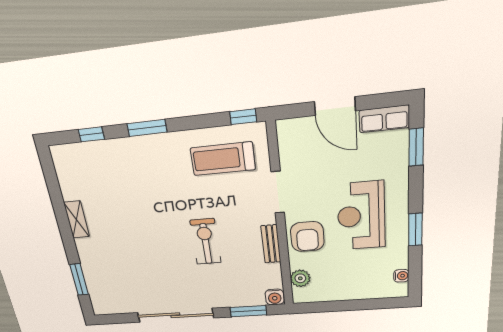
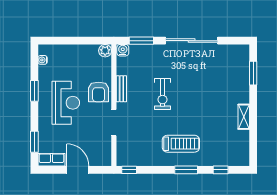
treadmill: (223, 159) -> (181, 144), moved
armchair: (307, 237) -> (99, 92), turned 180
plant: (300, 278) -> (105, 51), moved

